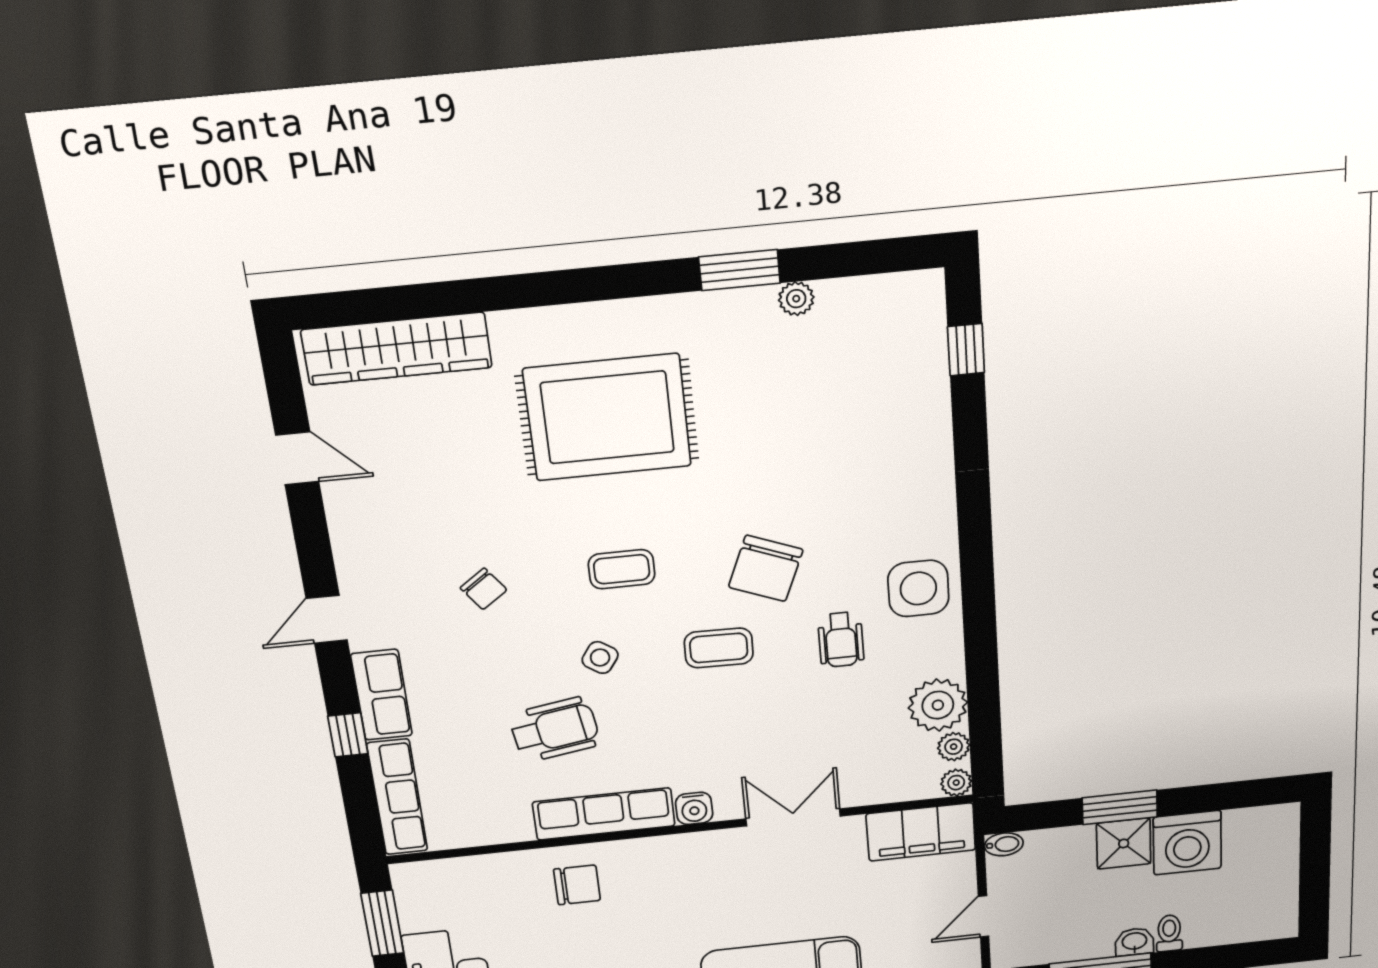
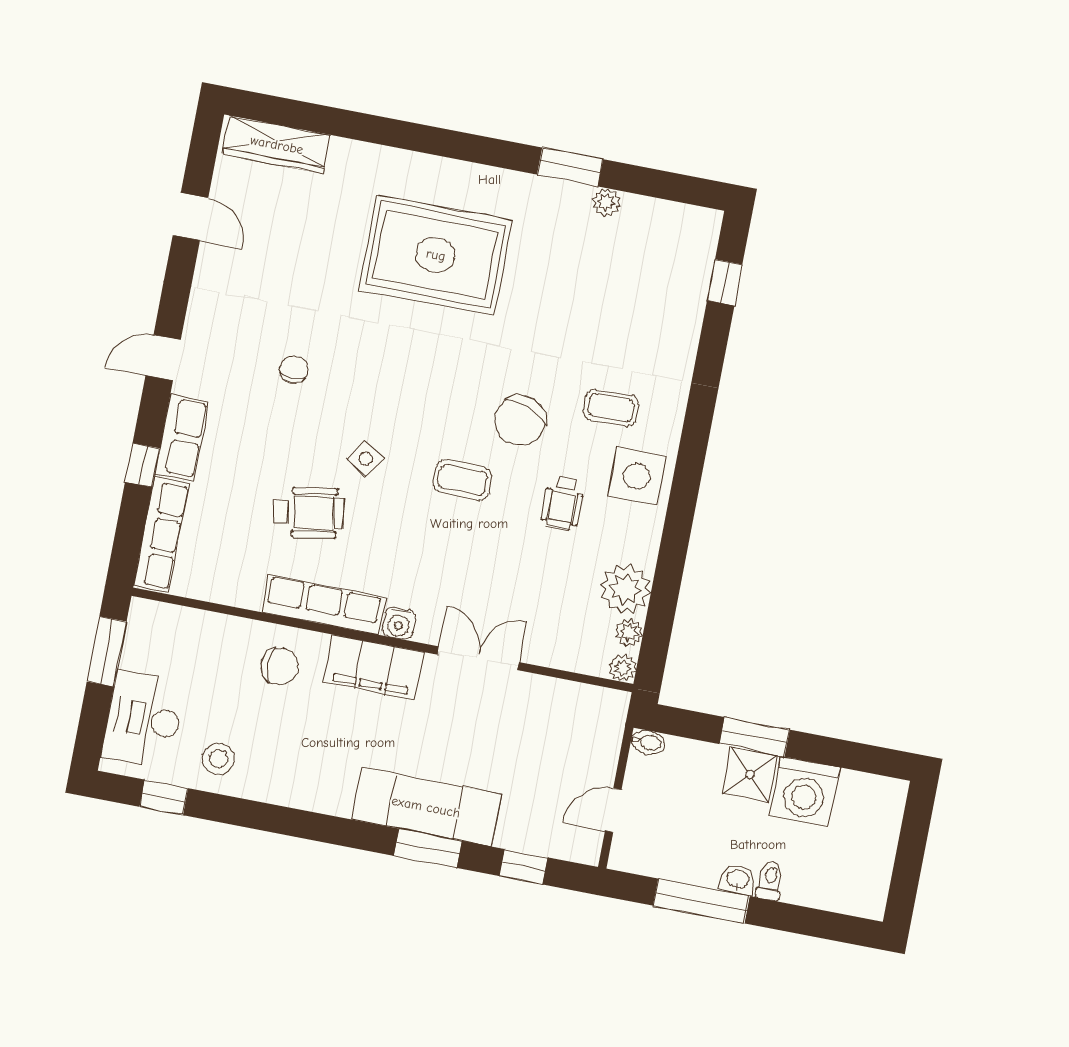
wardrobe: (397, 349) -> (277, 145), width x0.71, depth x0.85
coffee table: (622, 569) -> (611, 408), moved
chair: (484, 589) -> (294, 370), turned -144
filing cabinet: (921, 832) -> (374, 667), moved

